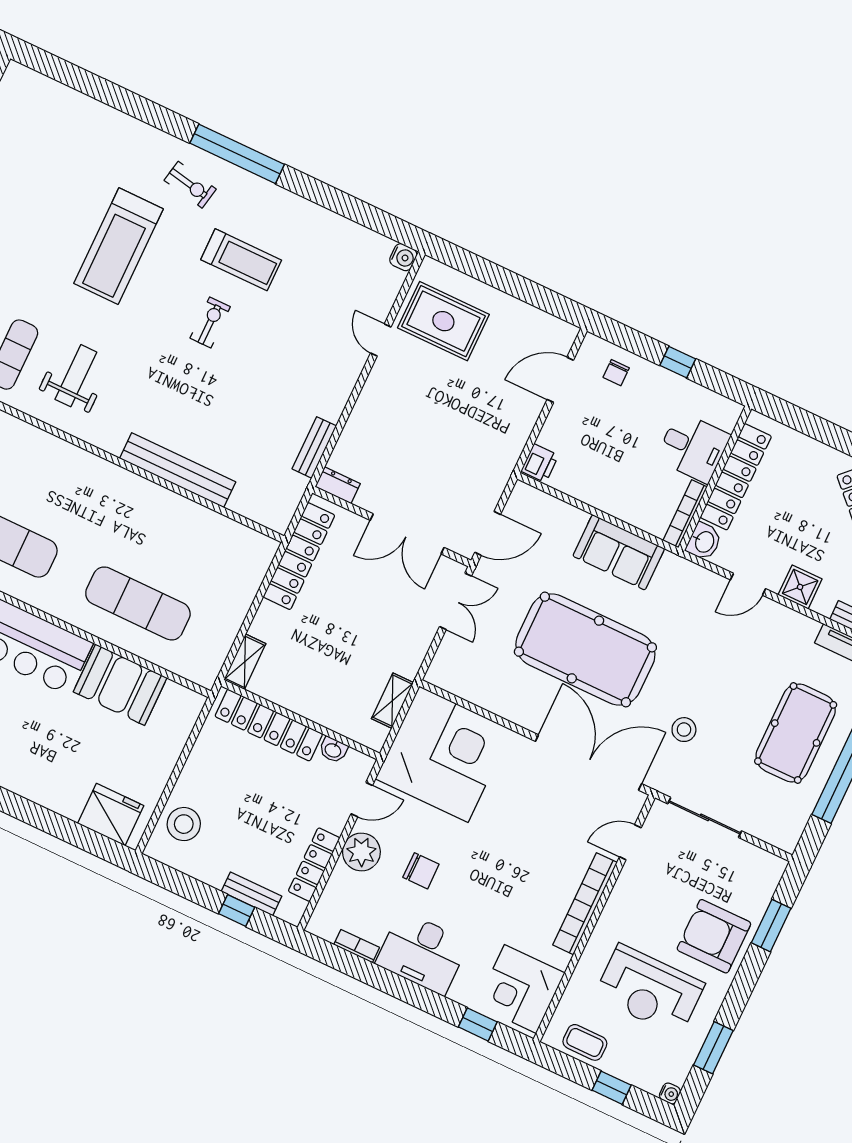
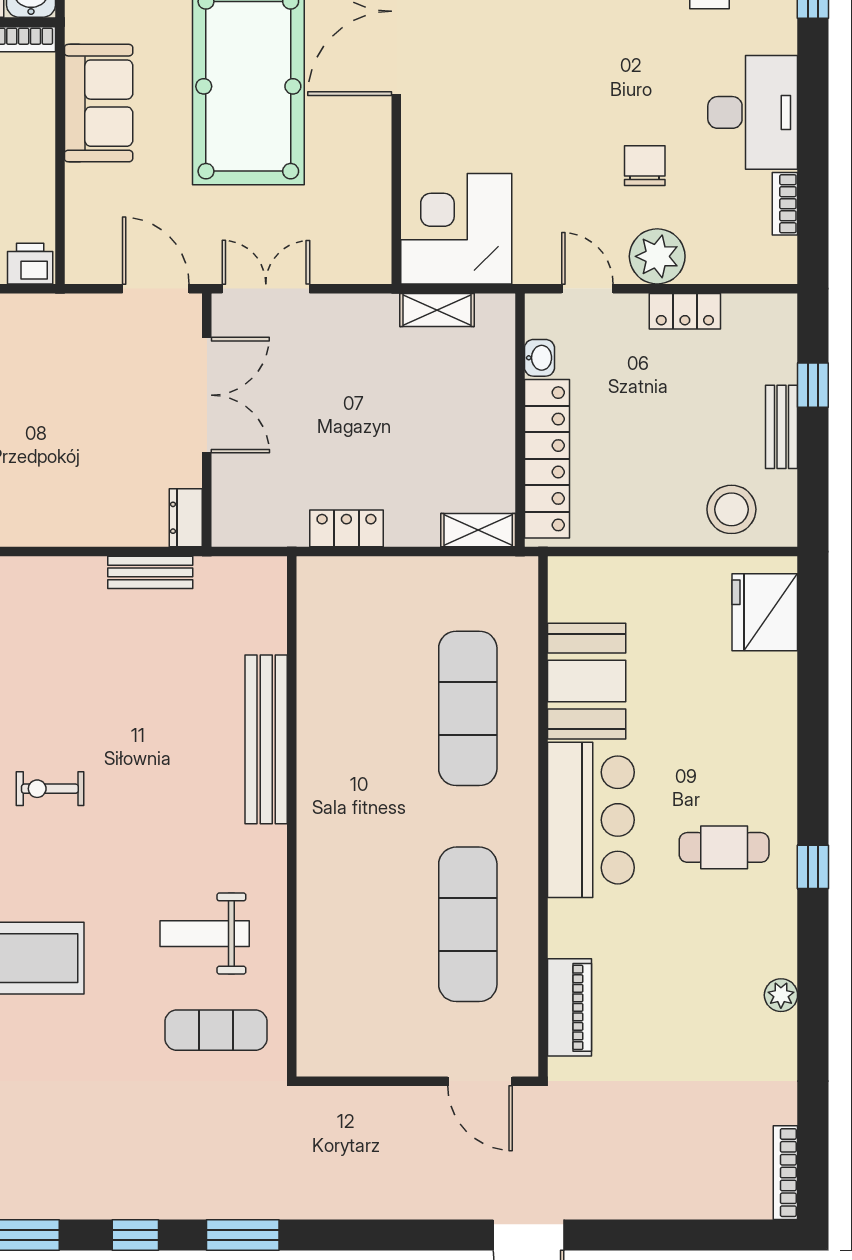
locker: (299, 556) -> (346, 528), width x0.46, depth x0.83
corner desk: (444, 754) -> (456, 229), width x0.74, depth x0.74
locker: (314, 865) -> (685, 311), width x0.66
bench: (251, 894) -> (782, 427), moved

